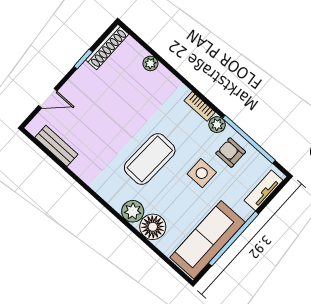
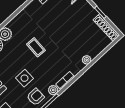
plant: (150, 63) -> (87, 60), moved
coffee table: (150, 159) -> (36, 47), width x0.54, depth x0.58

